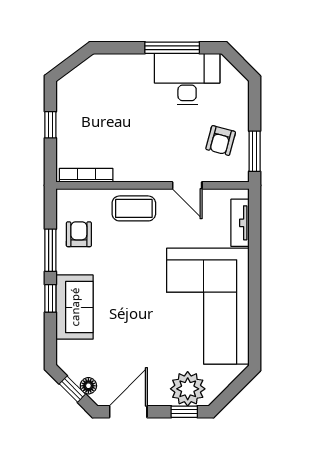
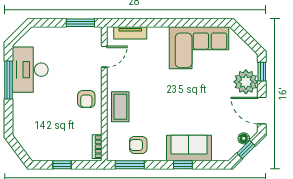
armchair: (221, 141) -> (86, 99), moved, turned 75
bookcase: (86, 175) -> (97, 147), width x0.64
door: (187, 185) -> (104, 57), moved
window: (50, 250) -> (130, 165), moved
corner sofa: (208, 306) -> (199, 48), width x0.73, depth x0.74
plant: (188, 389) -> (246, 82), moved

